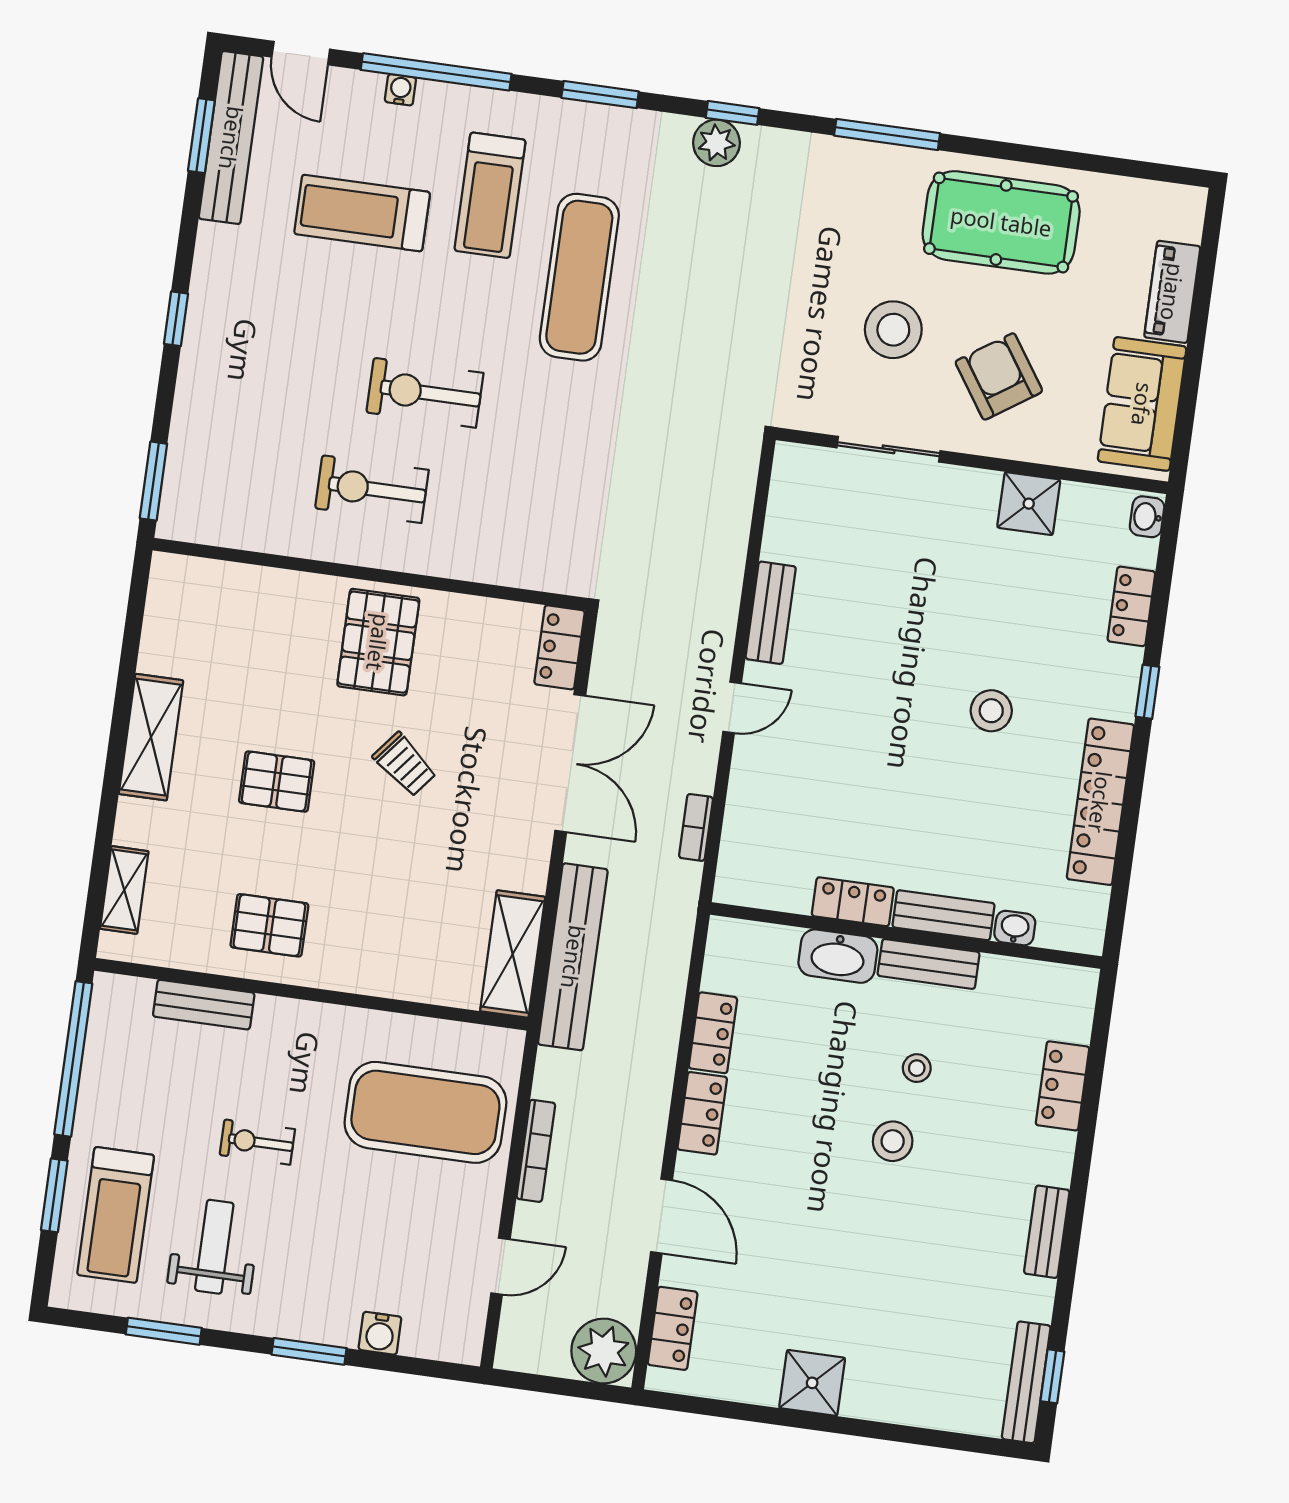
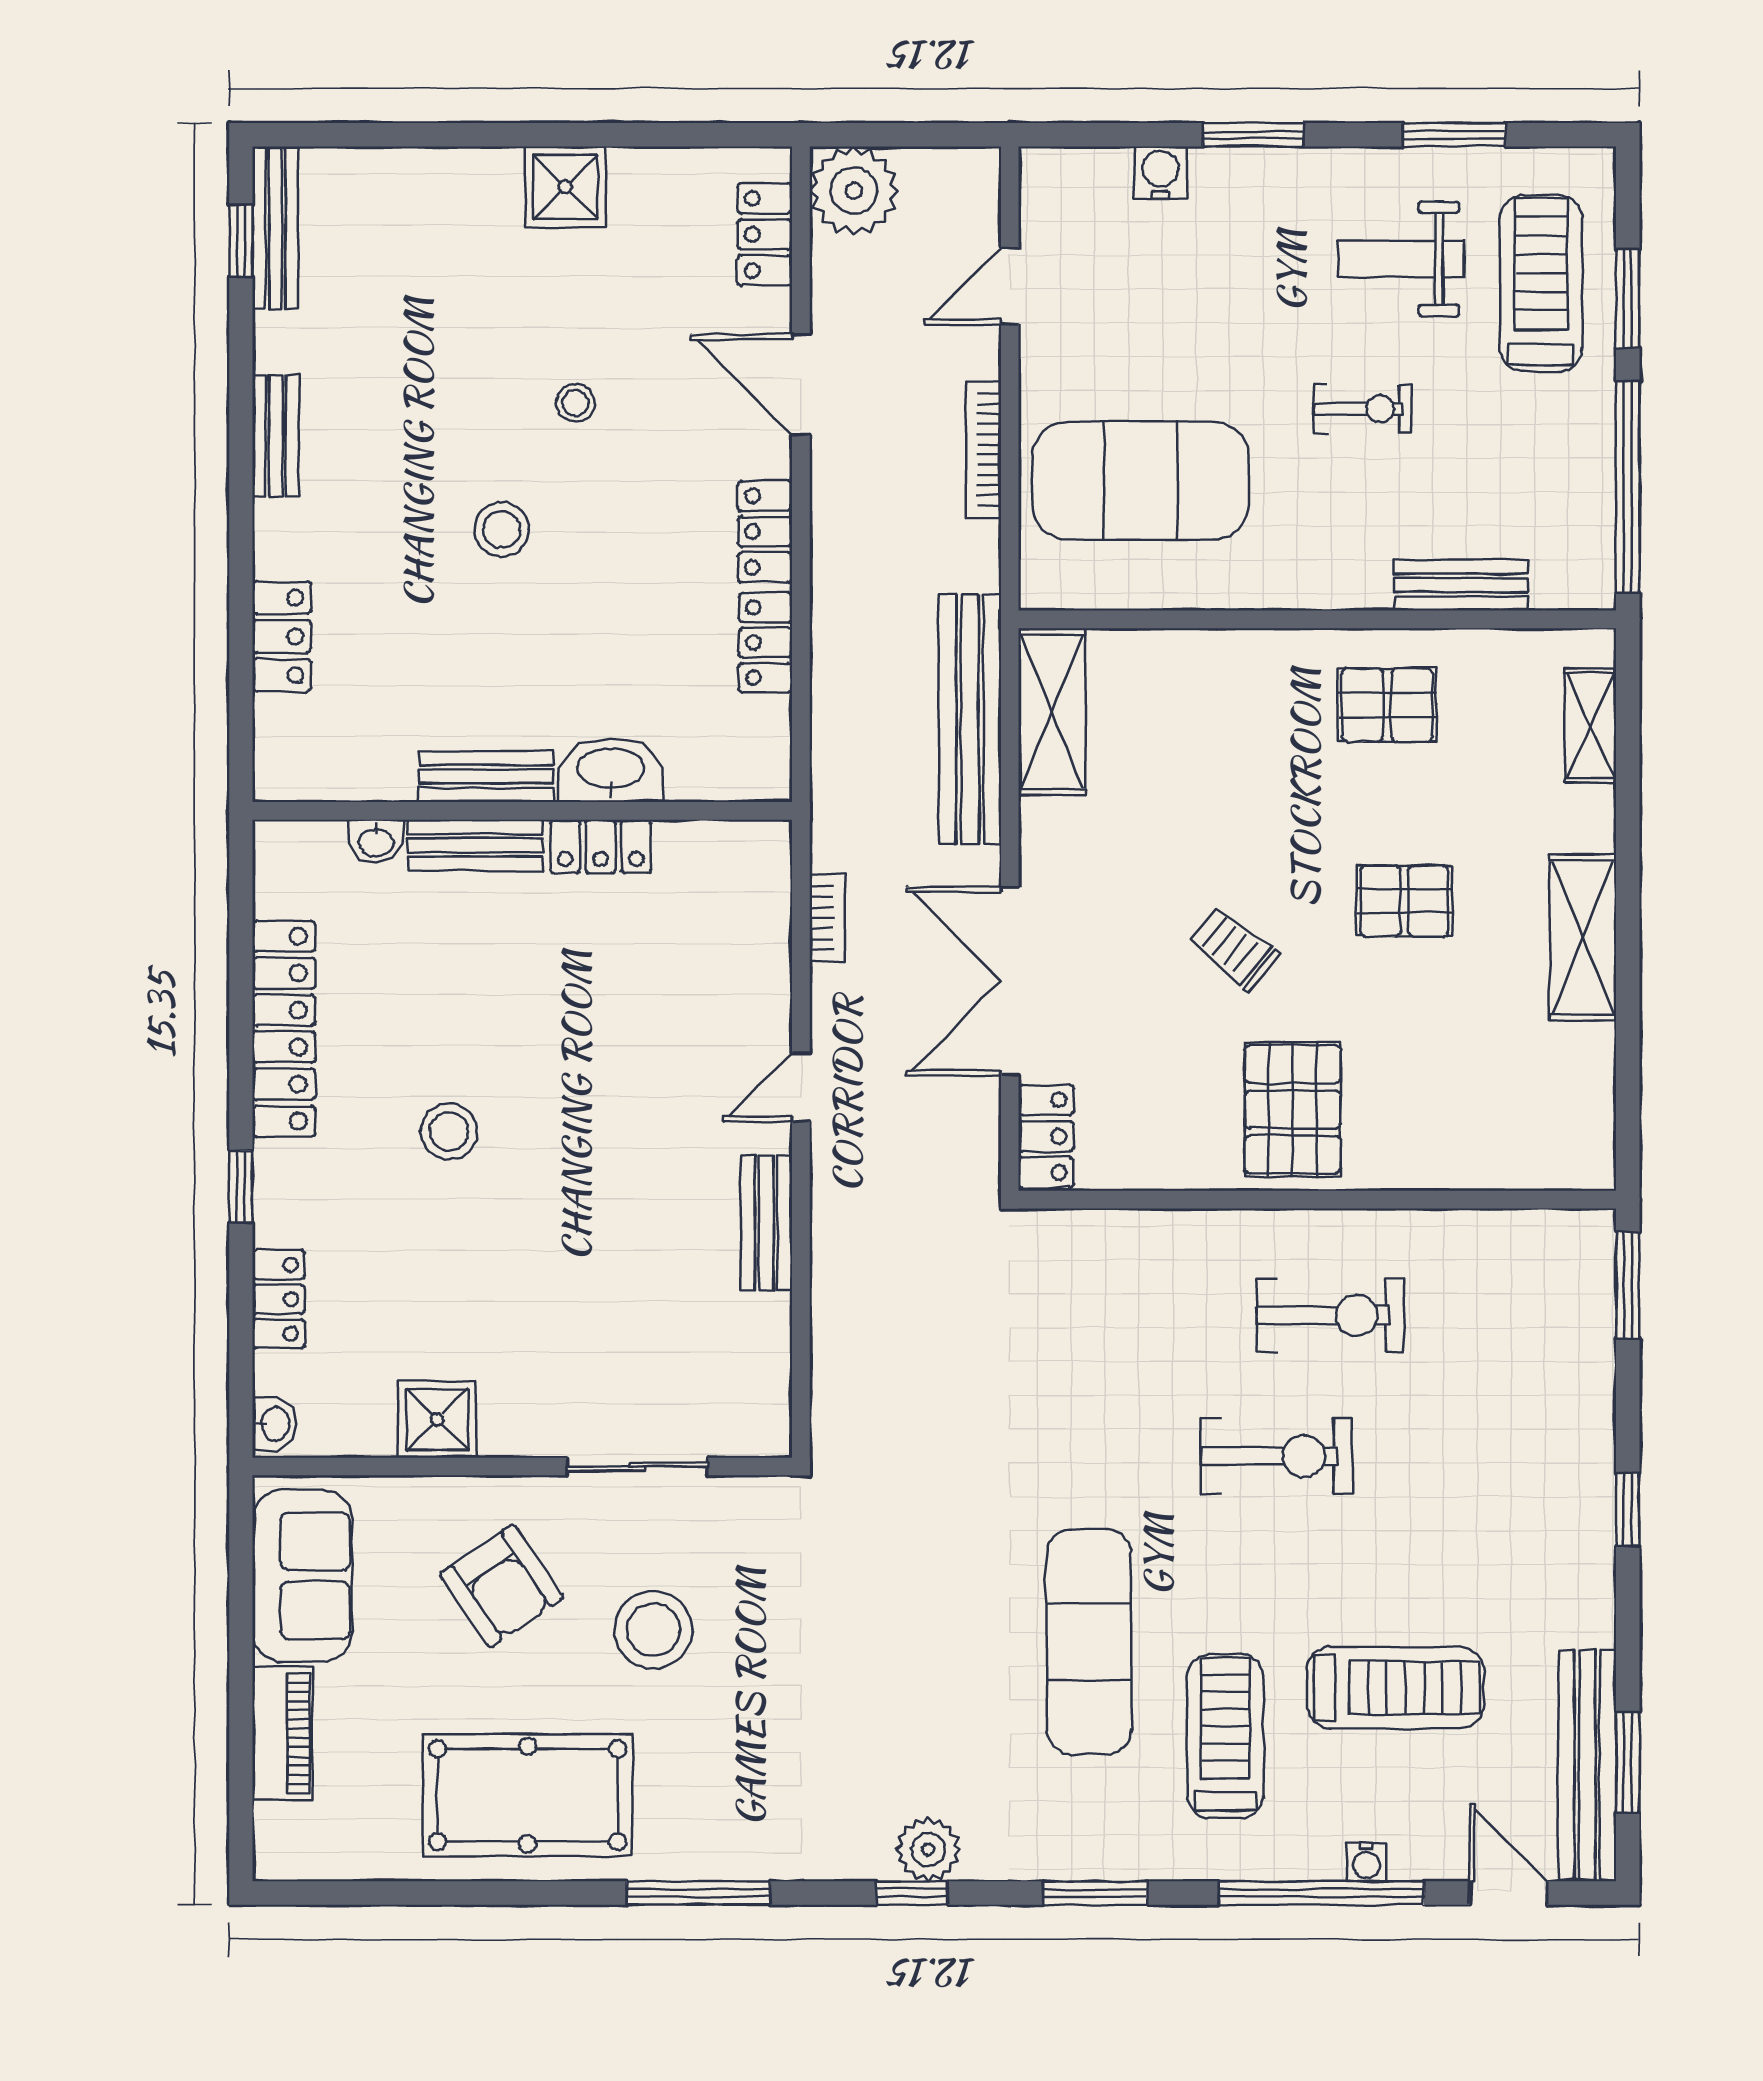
stool: (917, 1068) -> (575, 403), moved
weight bench: (214, 1247) -> (1401, 259), turned 90

